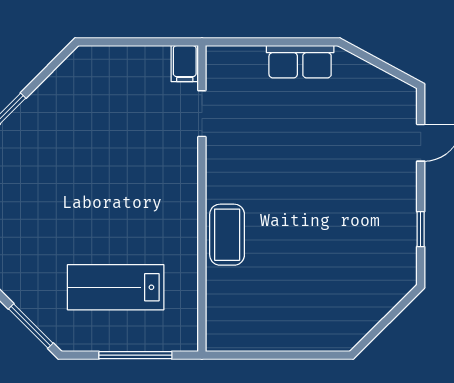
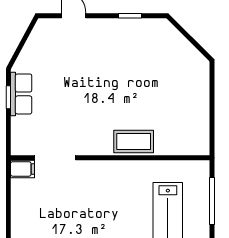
window: (295, 42) -> (8, 97), added
doorway: (202, 114) -> (55, 158), width x1.38

